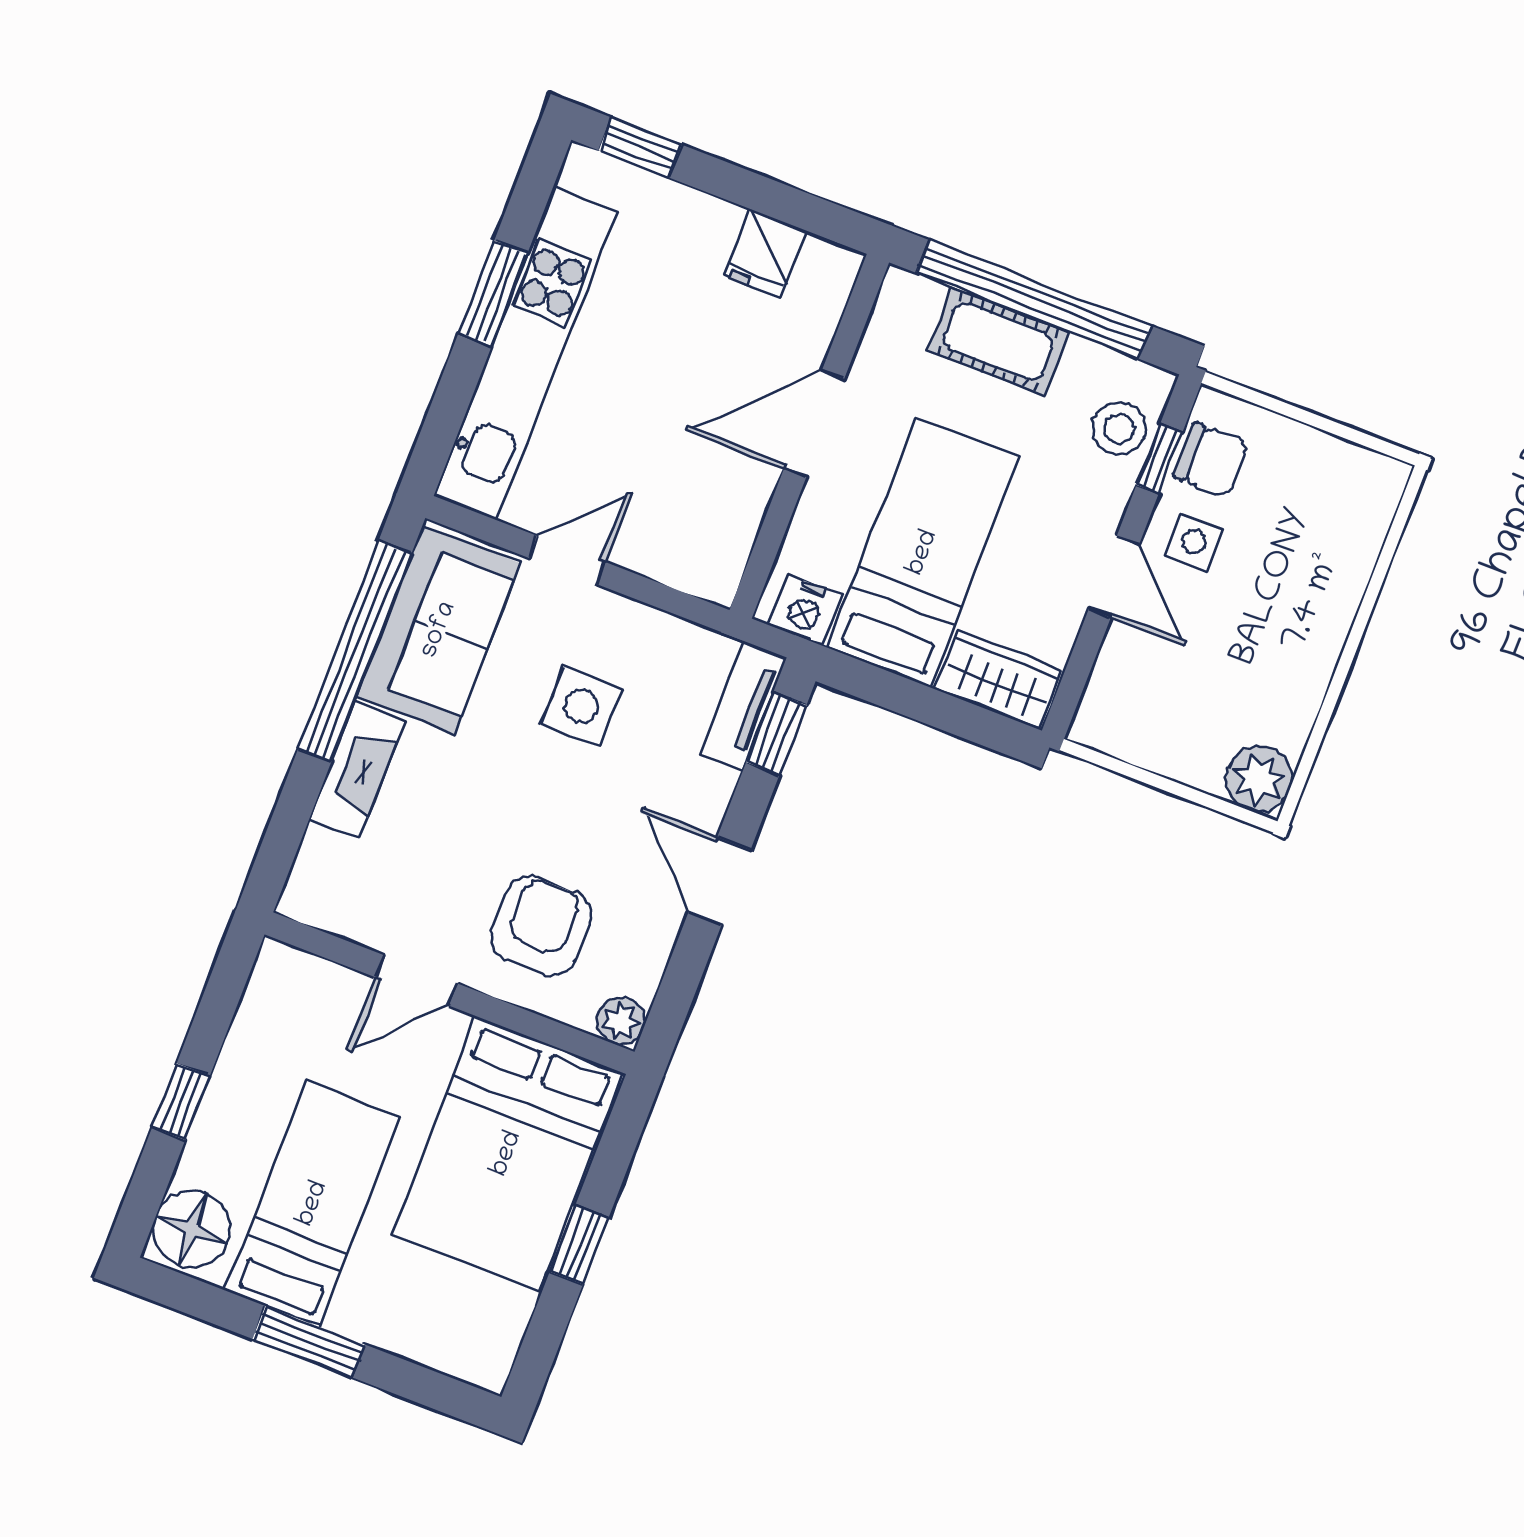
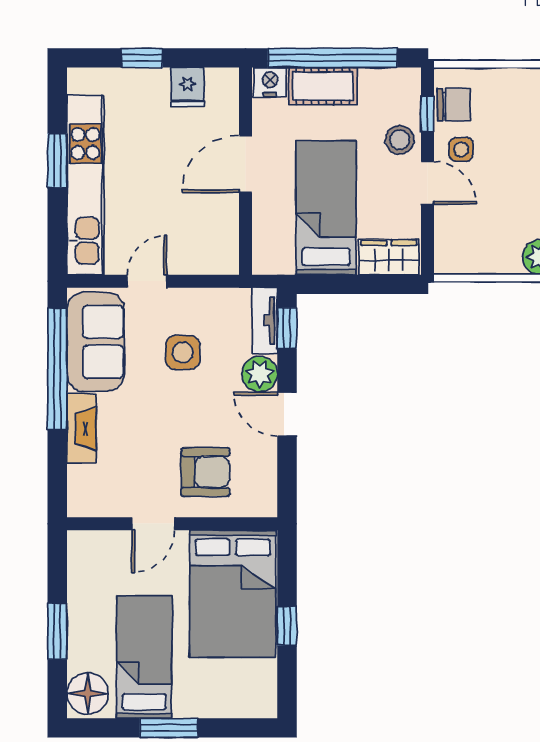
window: (640, 147) -> (142, 58), moved
stool: (1119, 429) -> (400, 140), moved
nightstand: (805, 610) -> (270, 82), moved, turned 180
armchair: (541, 926) -> (205, 472), turned 90
plant: (621, 1021) -> (260, 374), moved, width x1.38, depth x1.38
window: (181, 1102) -> (57, 631), width x1.50

